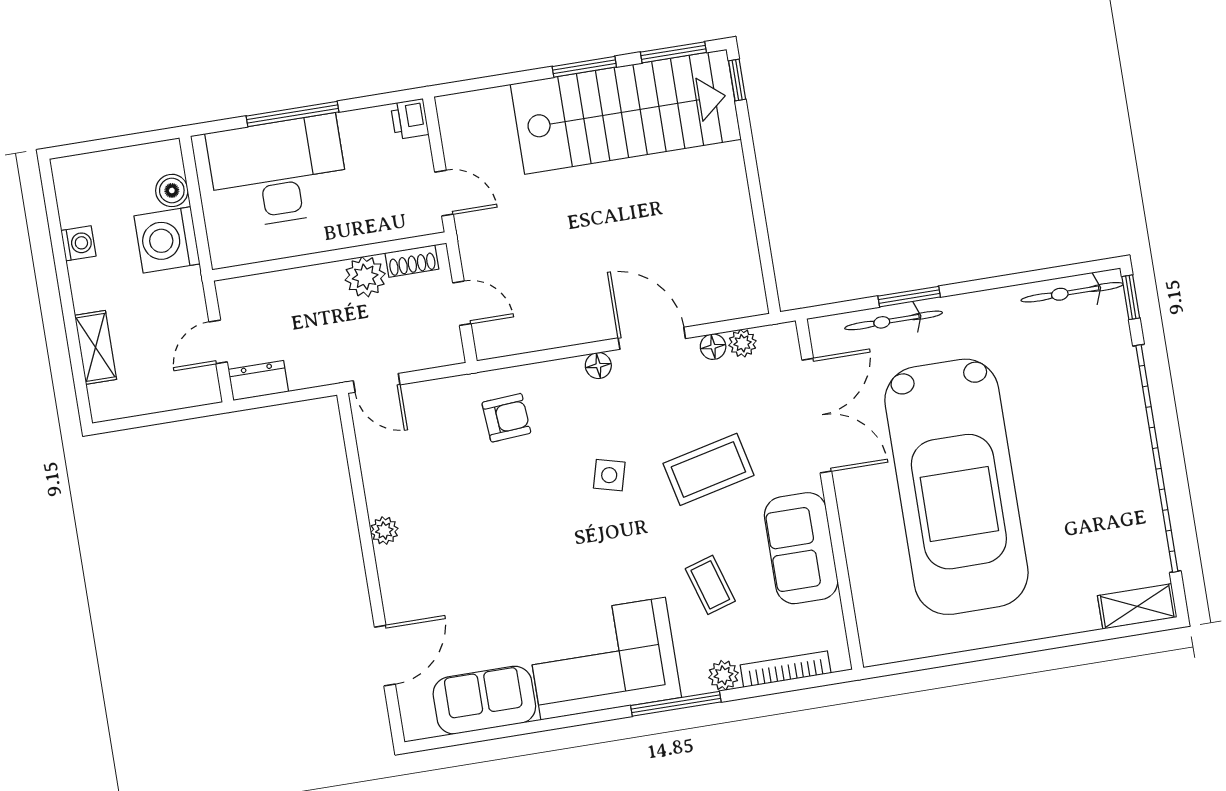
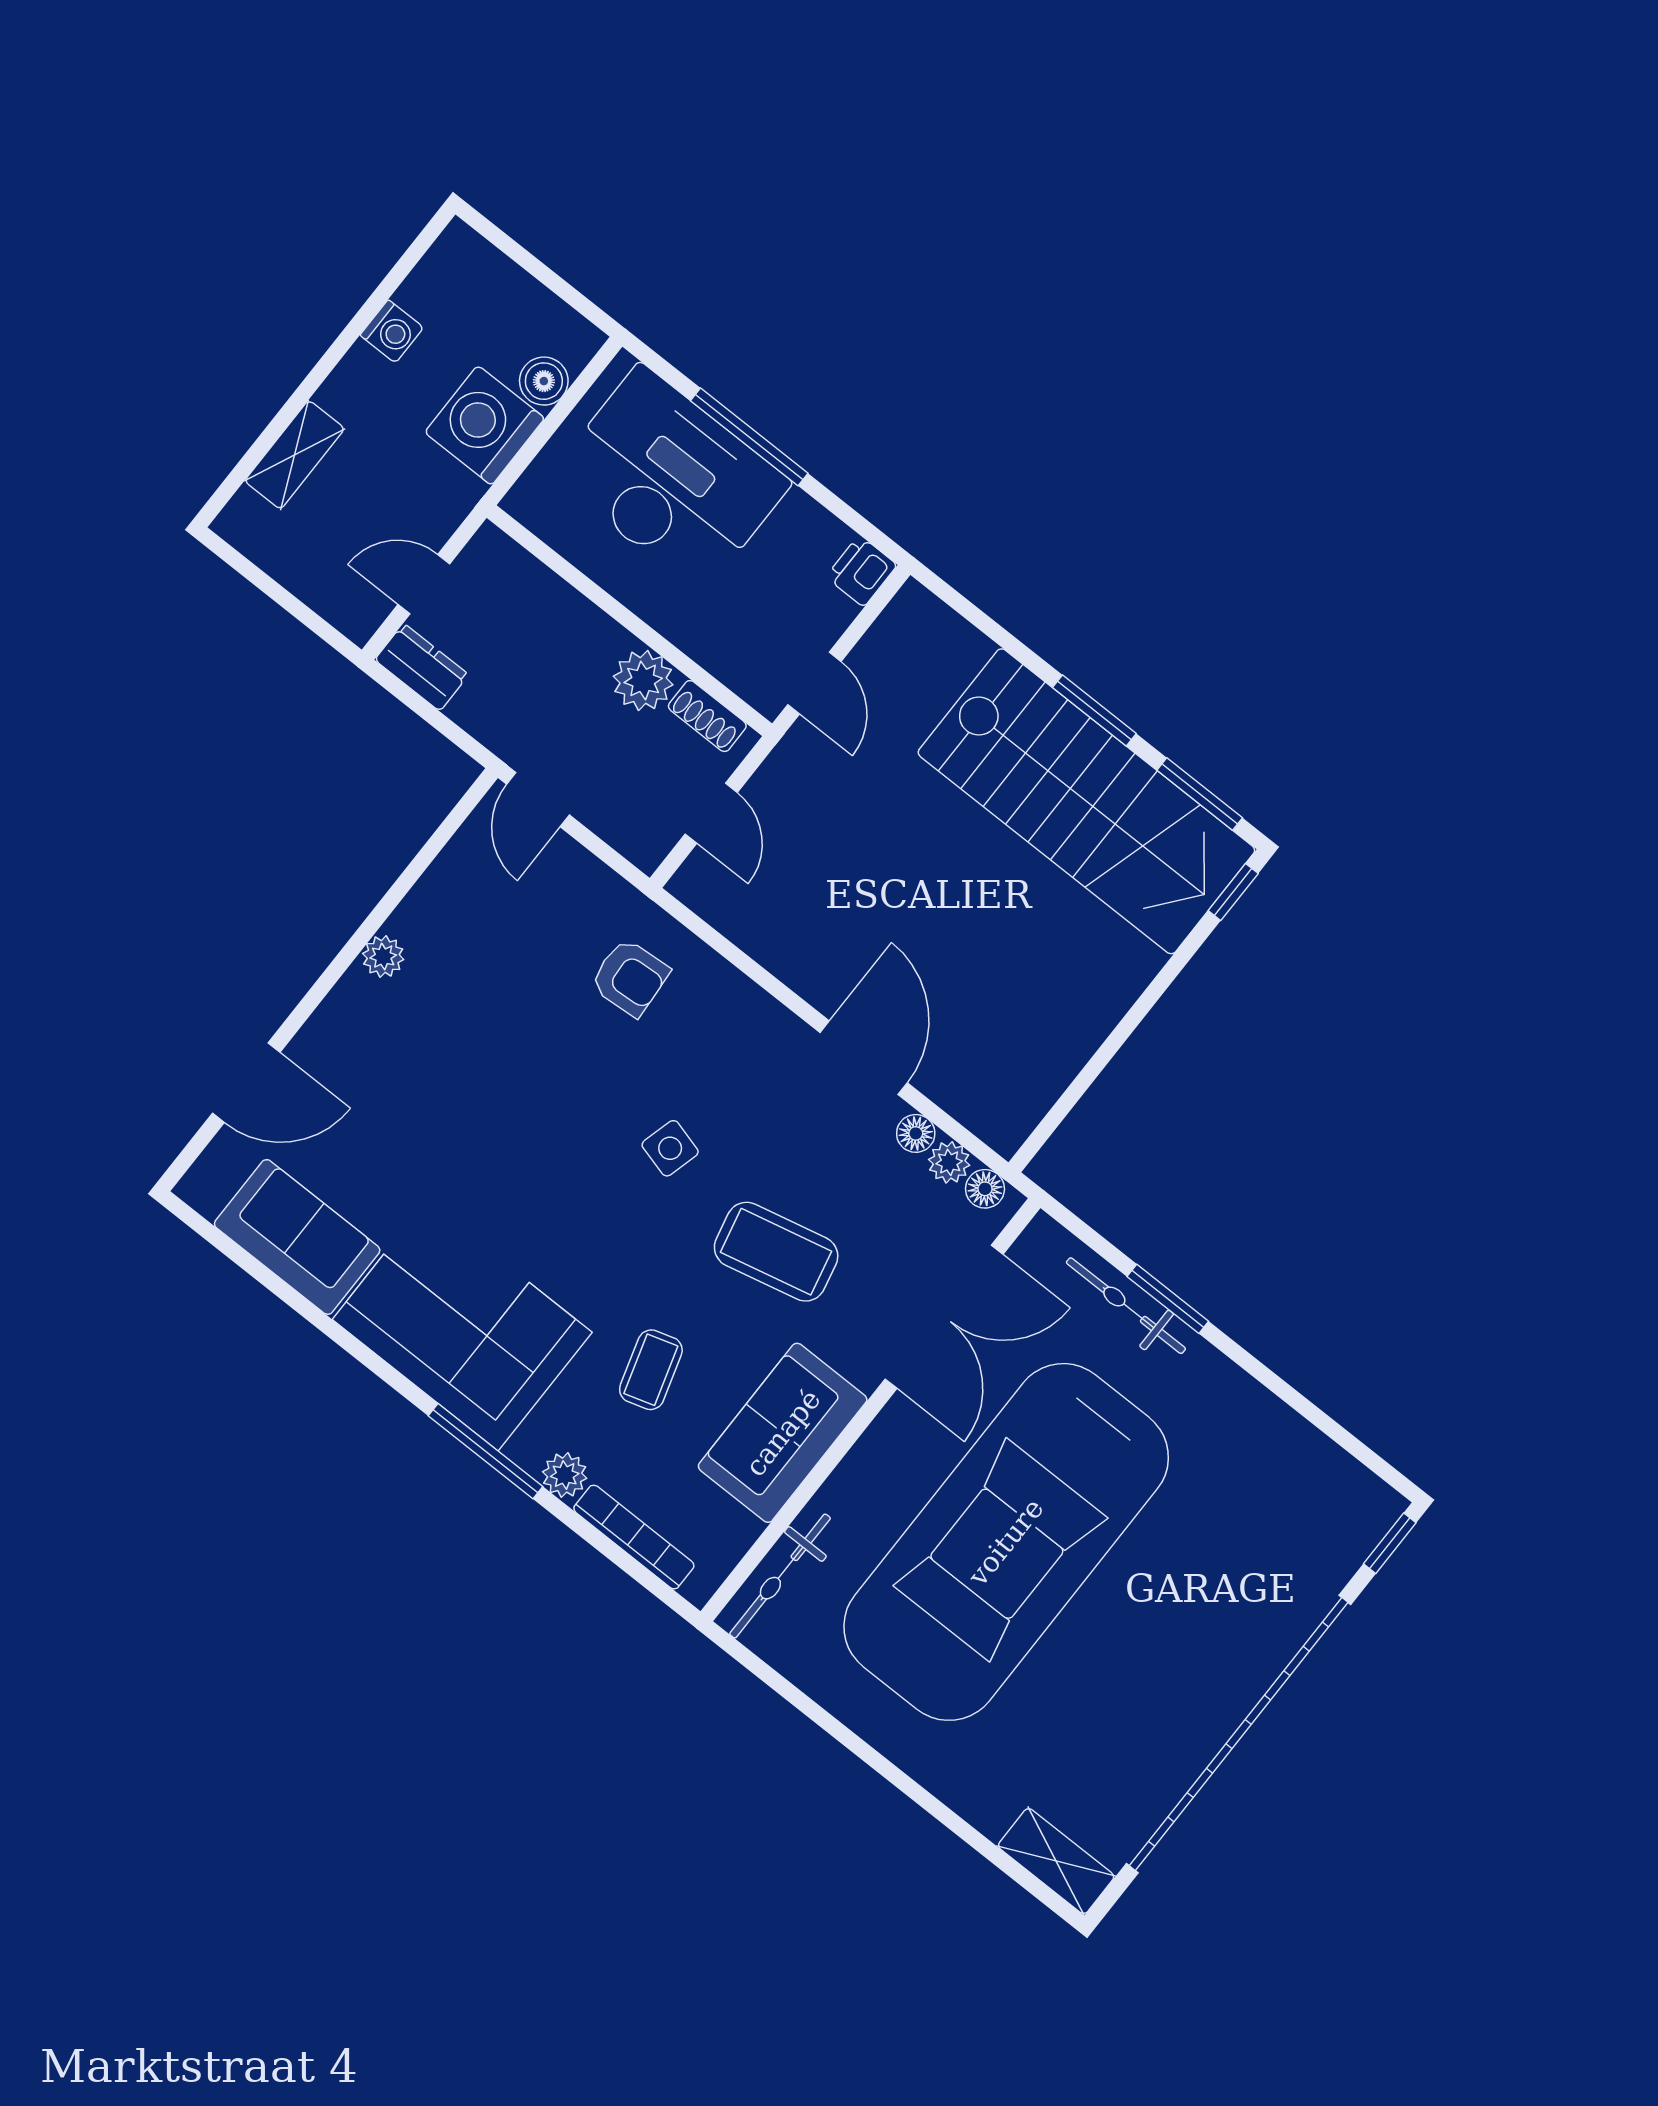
bicycle: (1072, 292) -> (780, 1576), moved, turned -90
floor lamp: (598, 366) -> (985, 1189), moved

